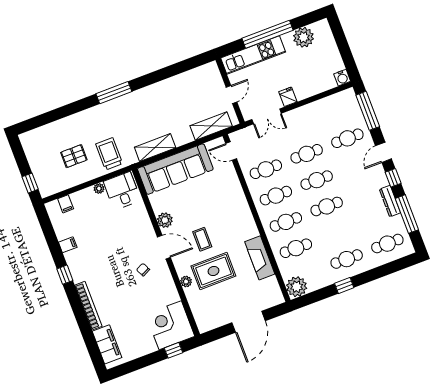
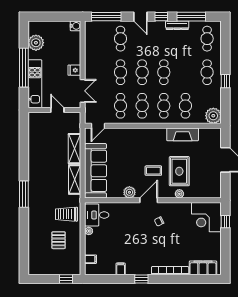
shelving: (211, 126) -> (74, 149), moved

